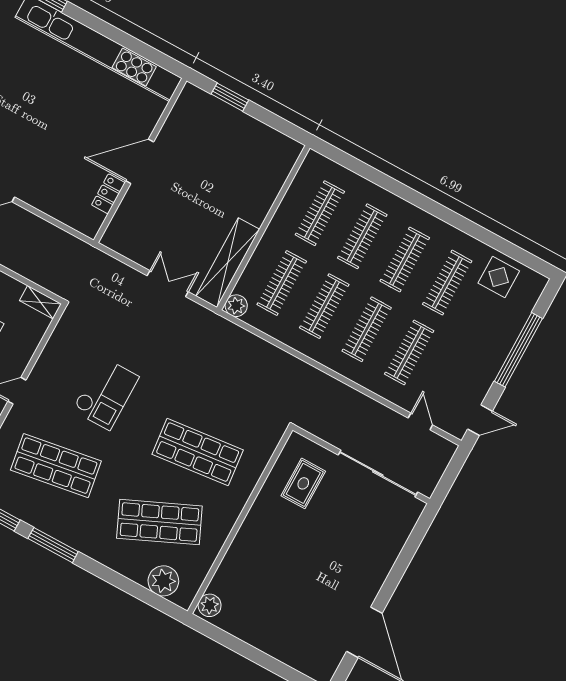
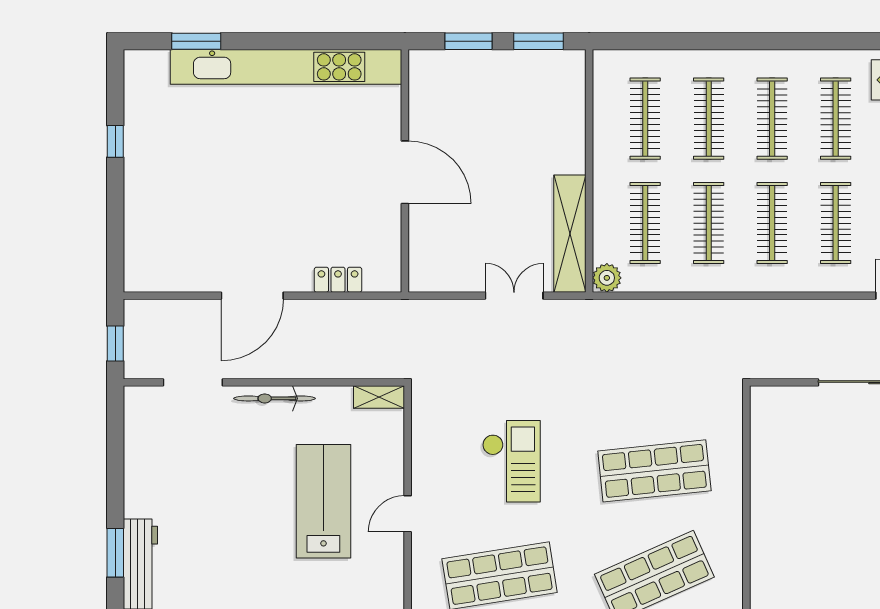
window: (277, 123) -> (539, 41), added
door: (140, 161) -> (405, 172), swing flipped
locker: (108, 194) -> (338, 280), moved, turned 90
rug: (303, 483) -> (796, 441), removed

